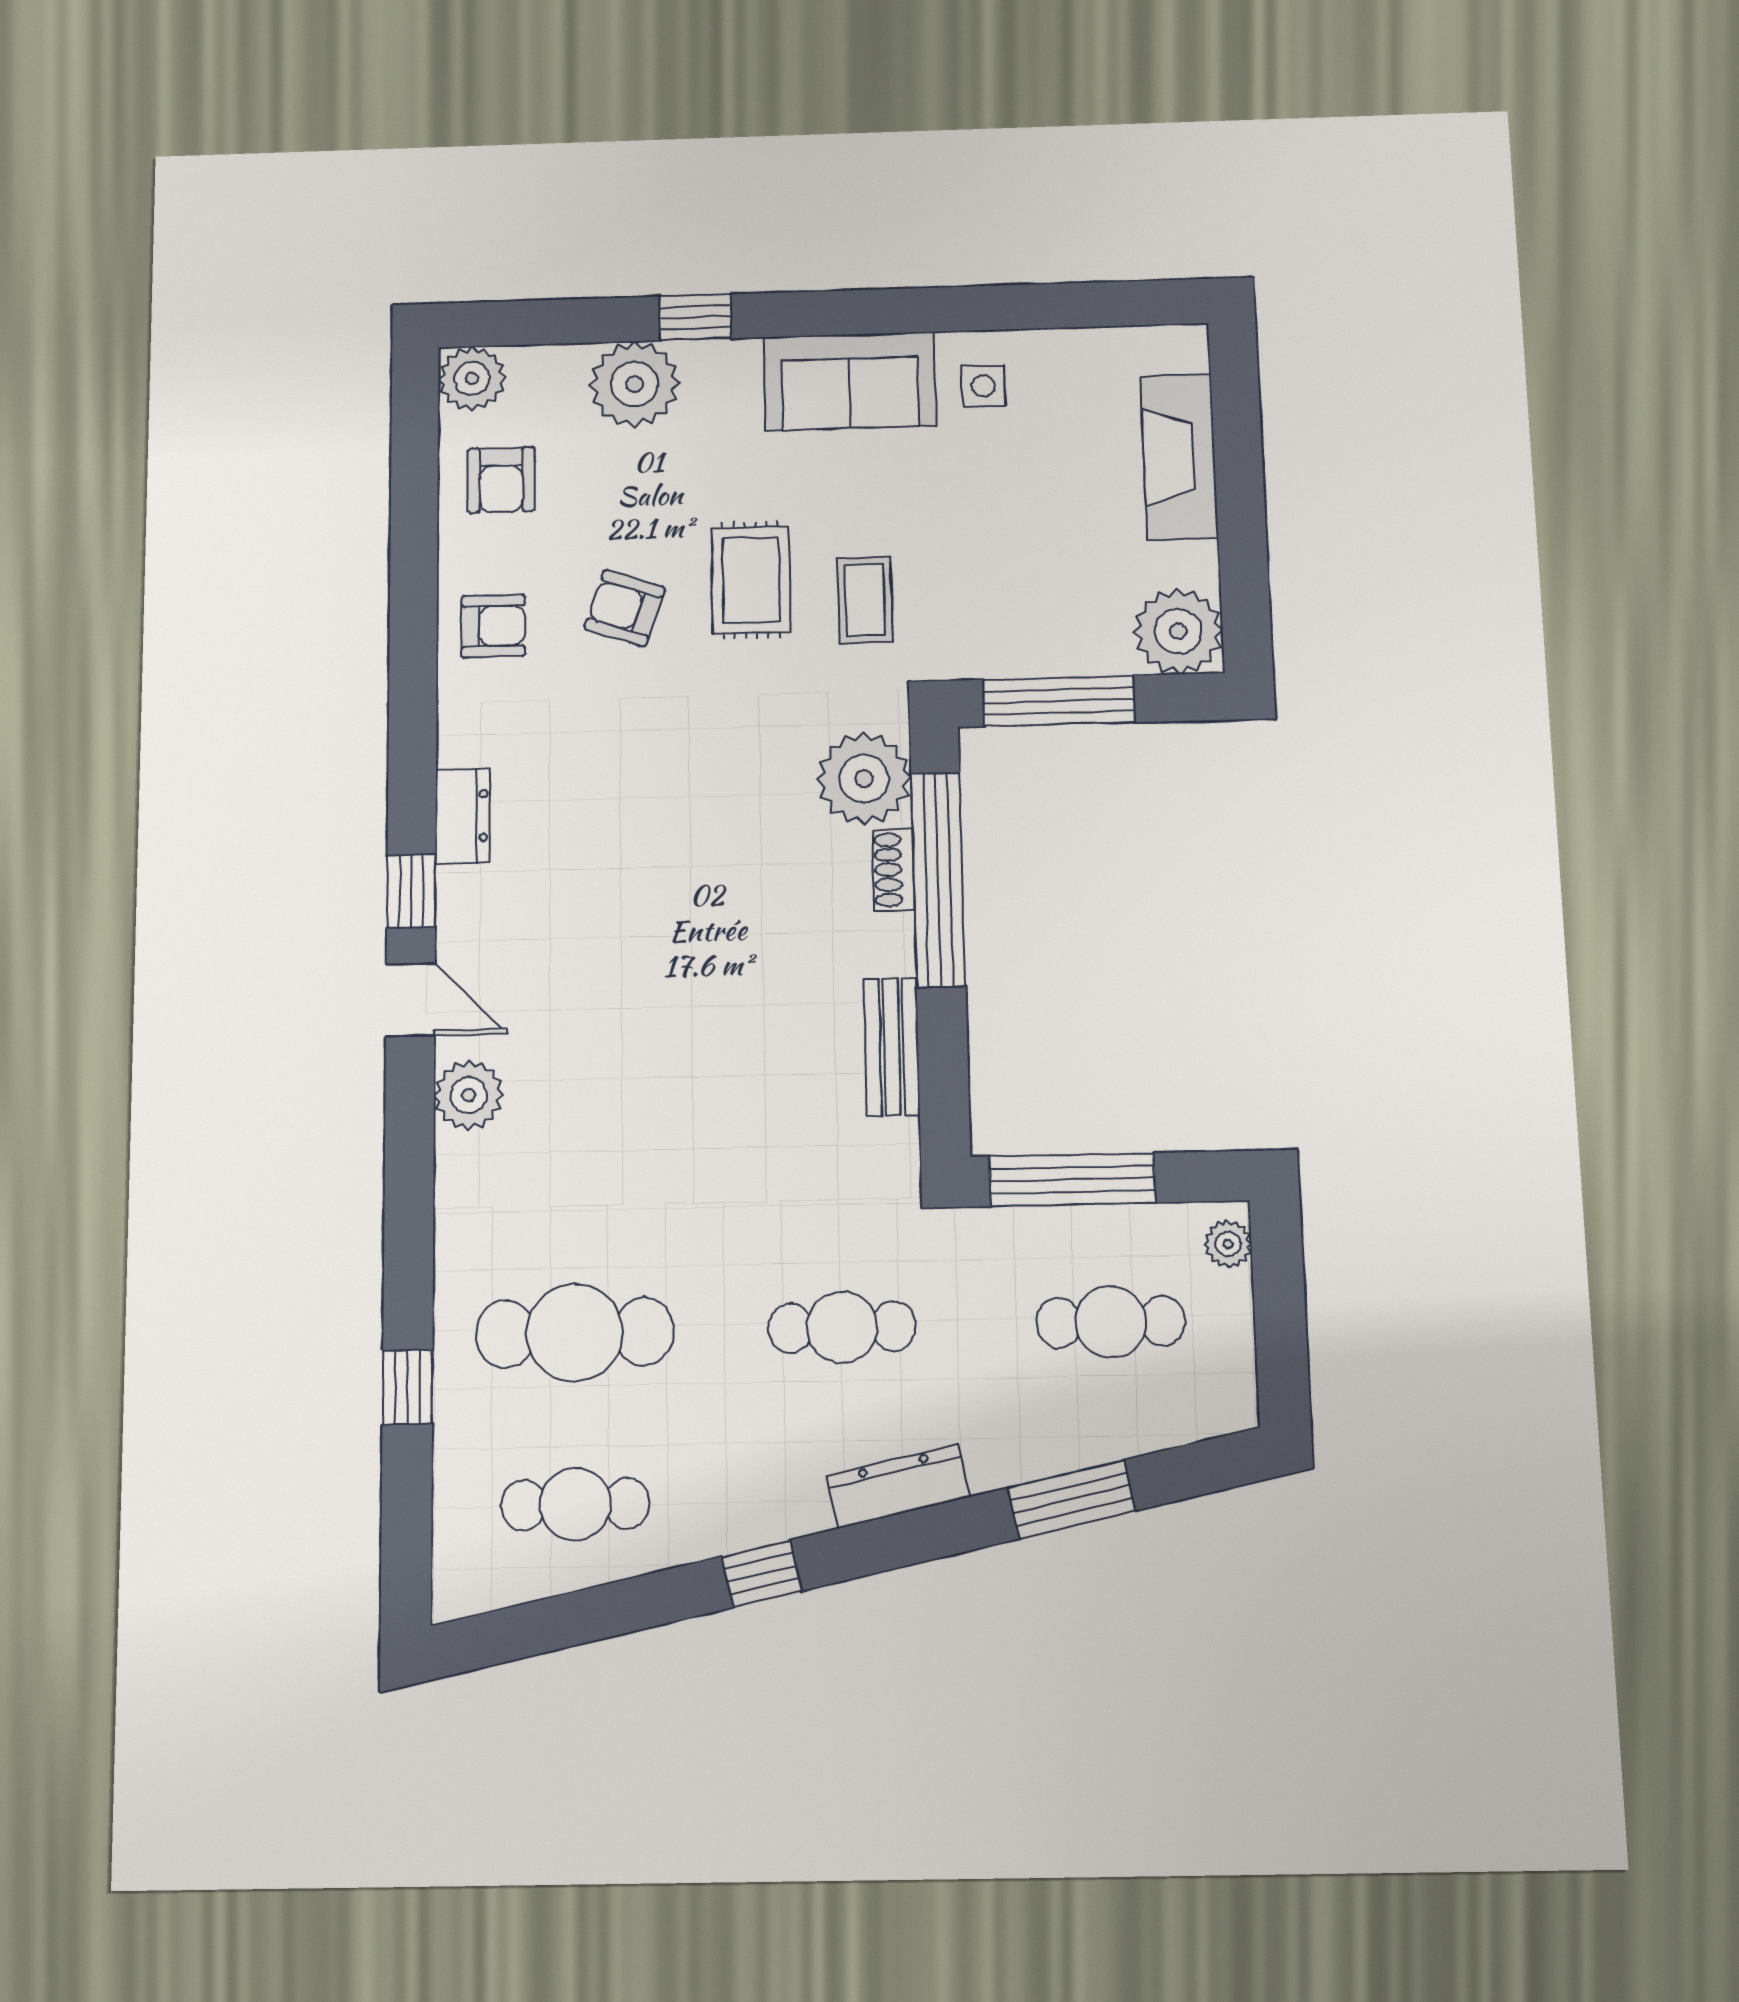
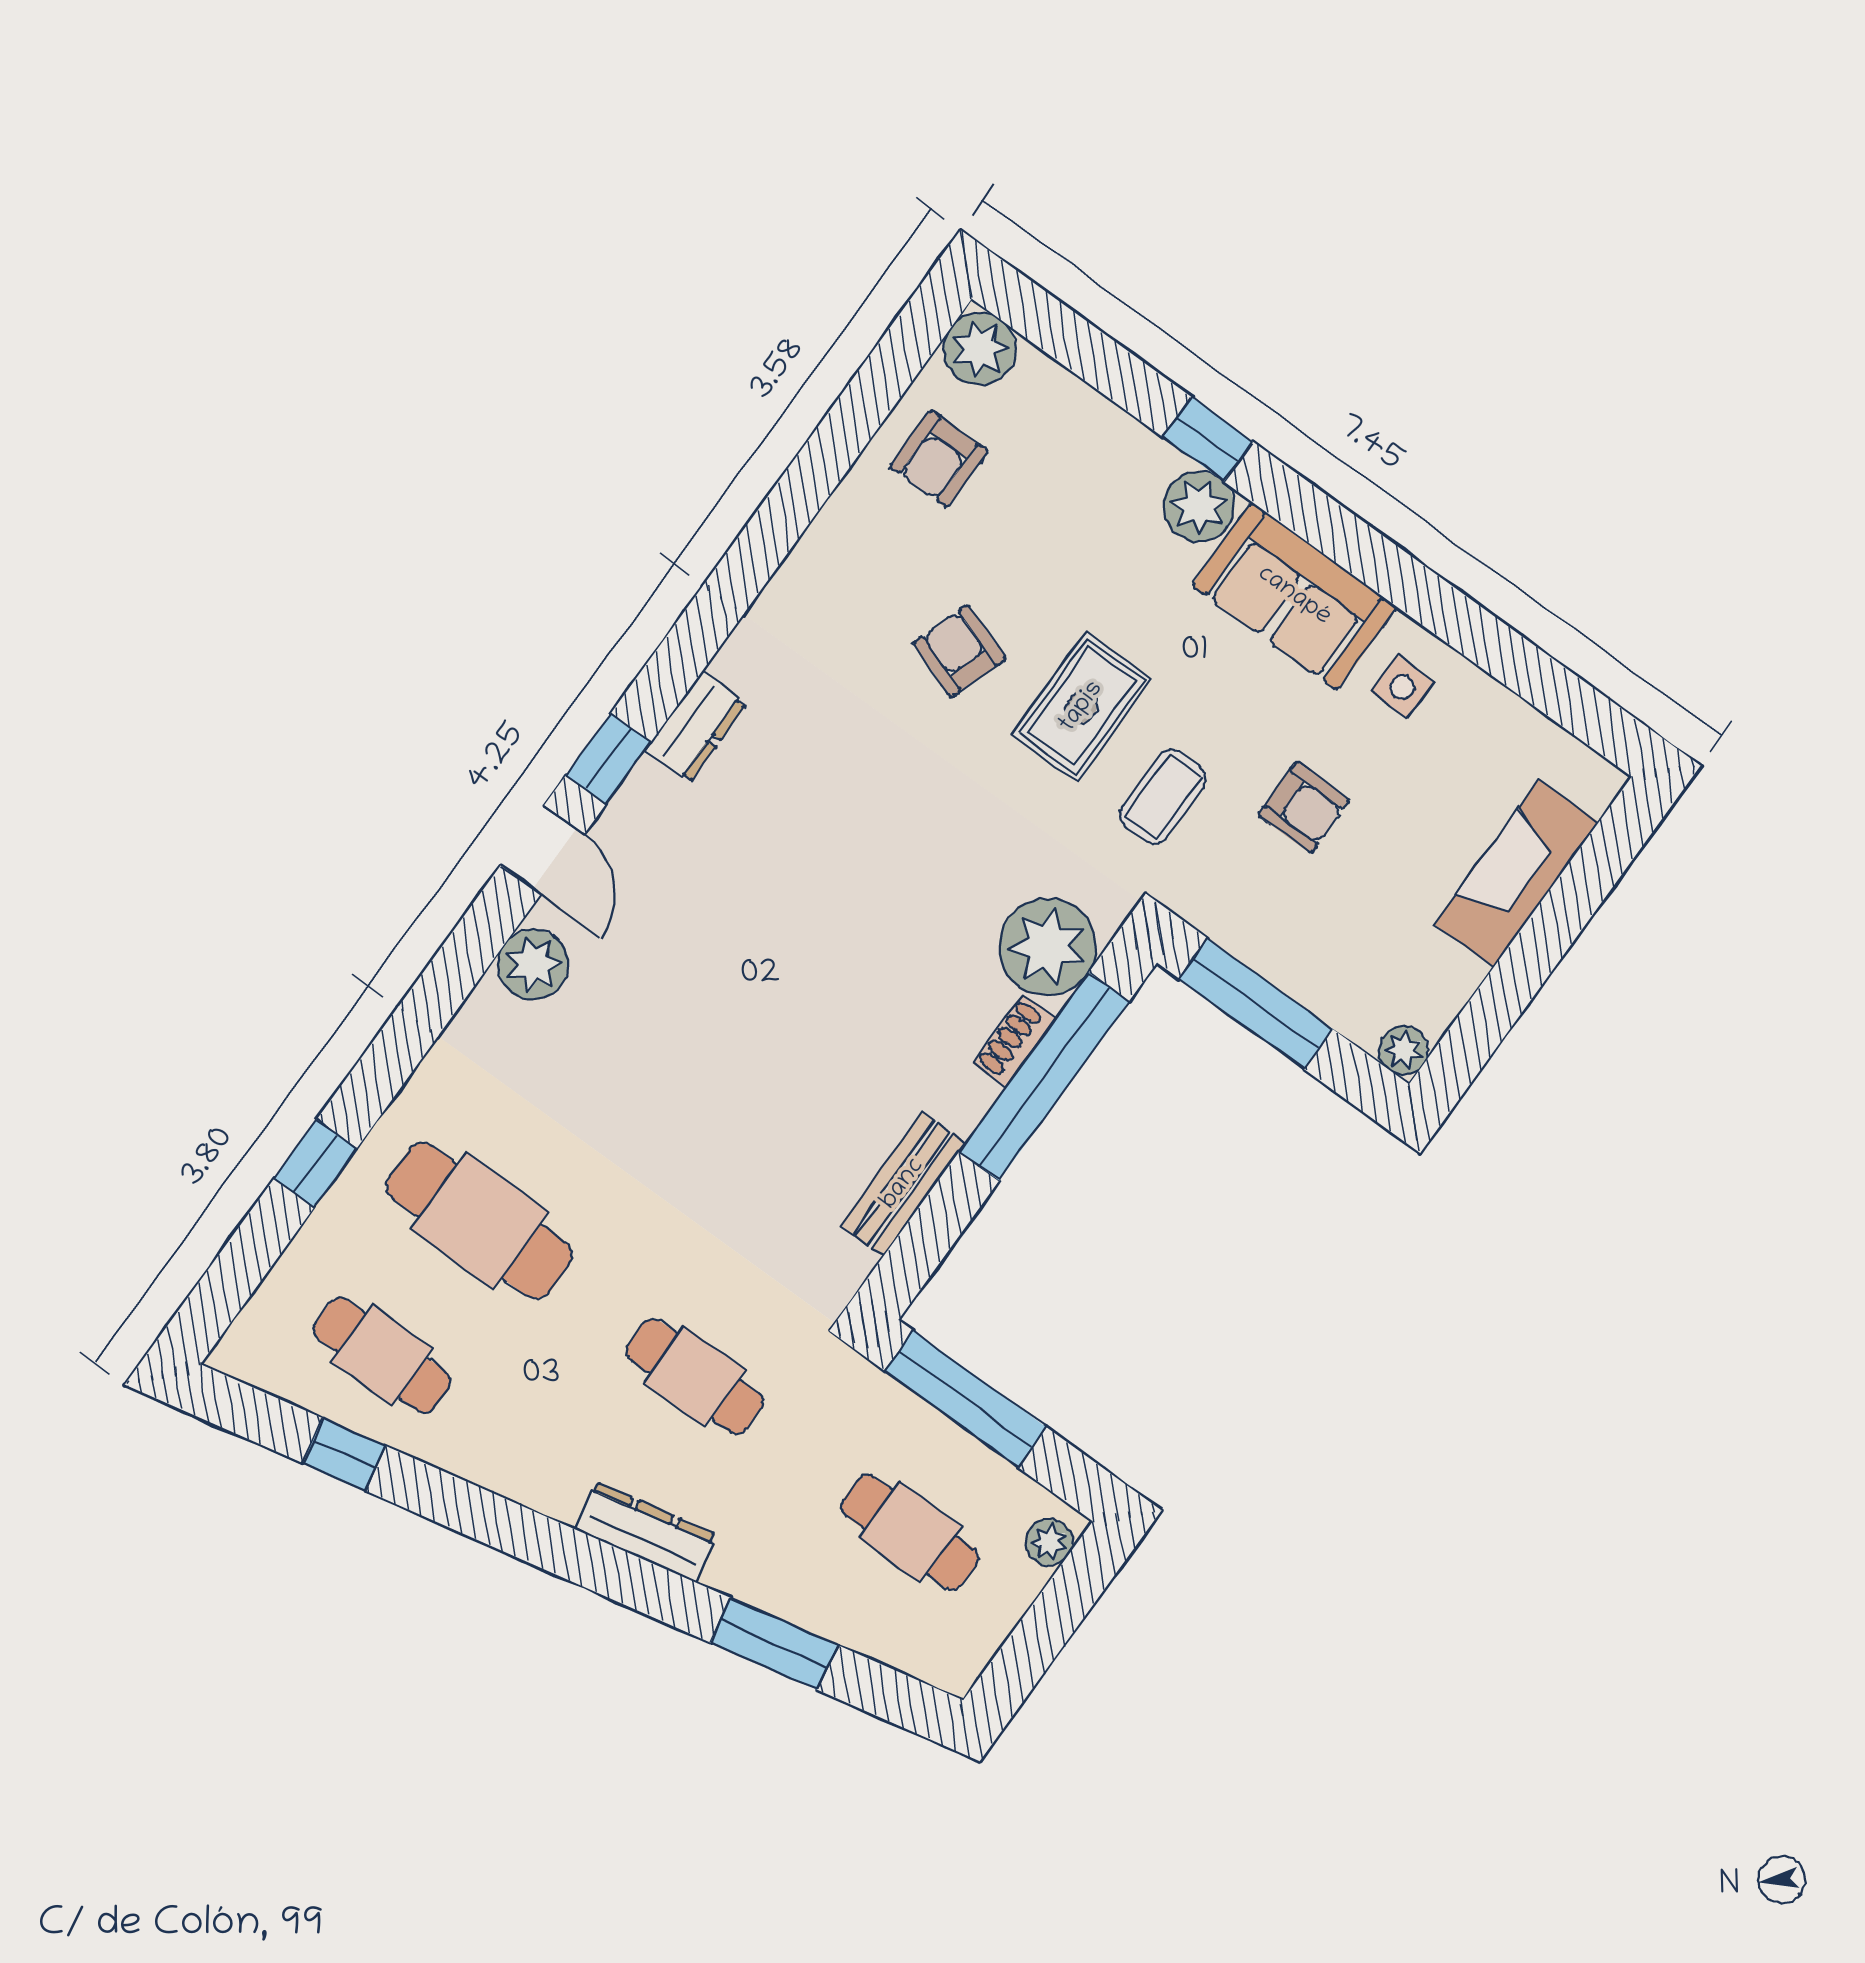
plant: (635, 384) -> (1199, 507), moved, width x0.73, depth x0.73
armchair: (493, 626) -> (1304, 807), moved
plant: (1178, 631) -> (1404, 1050), width x0.53, depth x0.53
window: (761, 1574) -> (344, 1455), moved

